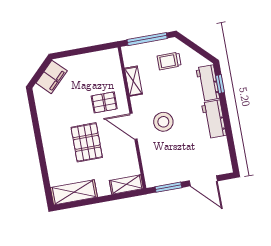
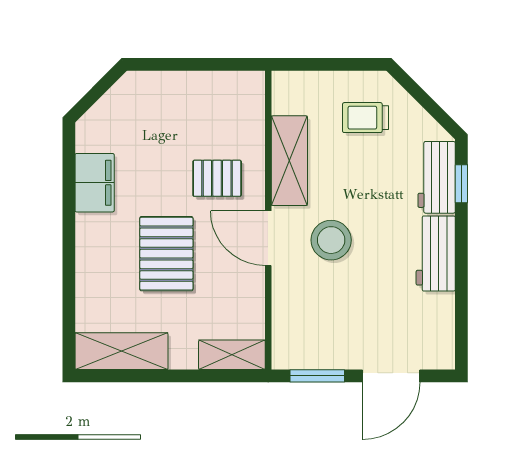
window: (147, 39) -> (329, 64), removed
filing cabinet: (52, 77) -> (95, 183), moved, turned -45
shelving: (133, 81) -> (289, 161), width x1.50, depth x1.33
door: (203, 181) -> (391, 376), hinge flipped

